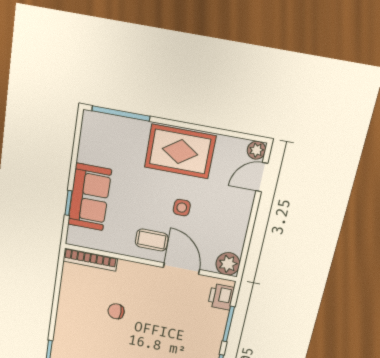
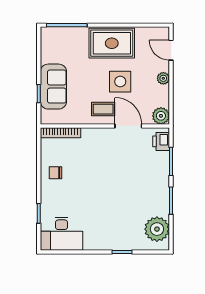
plant: (256, 150) -> (163, 78), moved
door: (262, 177) -> (171, 50), hinge flipped
side table: (182, 208) -> (120, 82), width x1.87, depth x1.87
chair: (116, 311) -> (56, 173), moved

